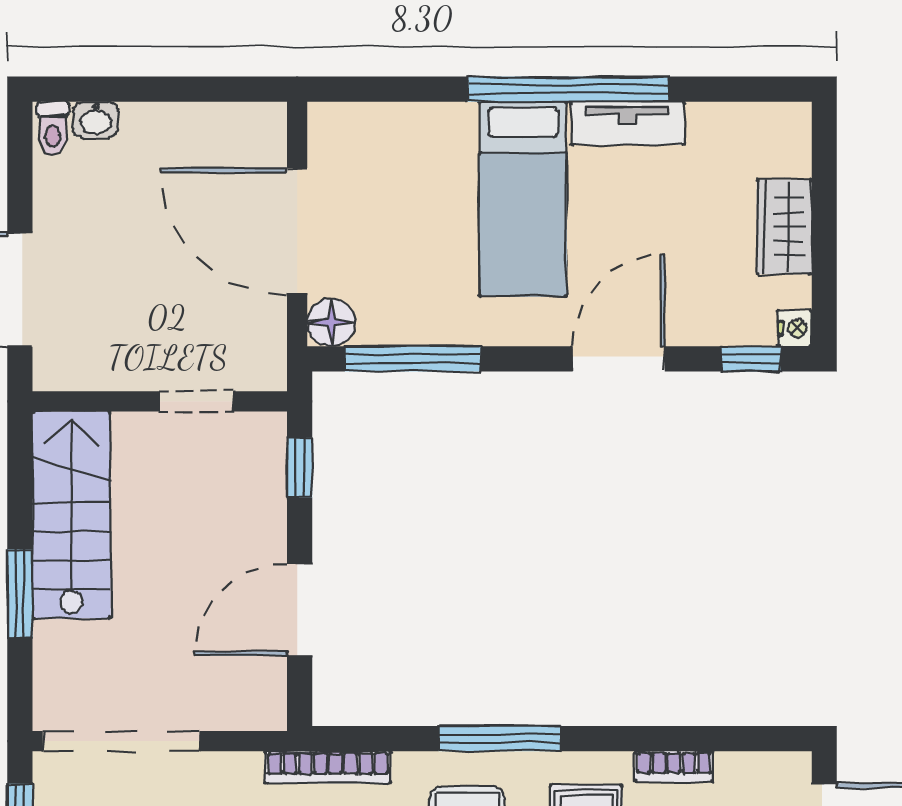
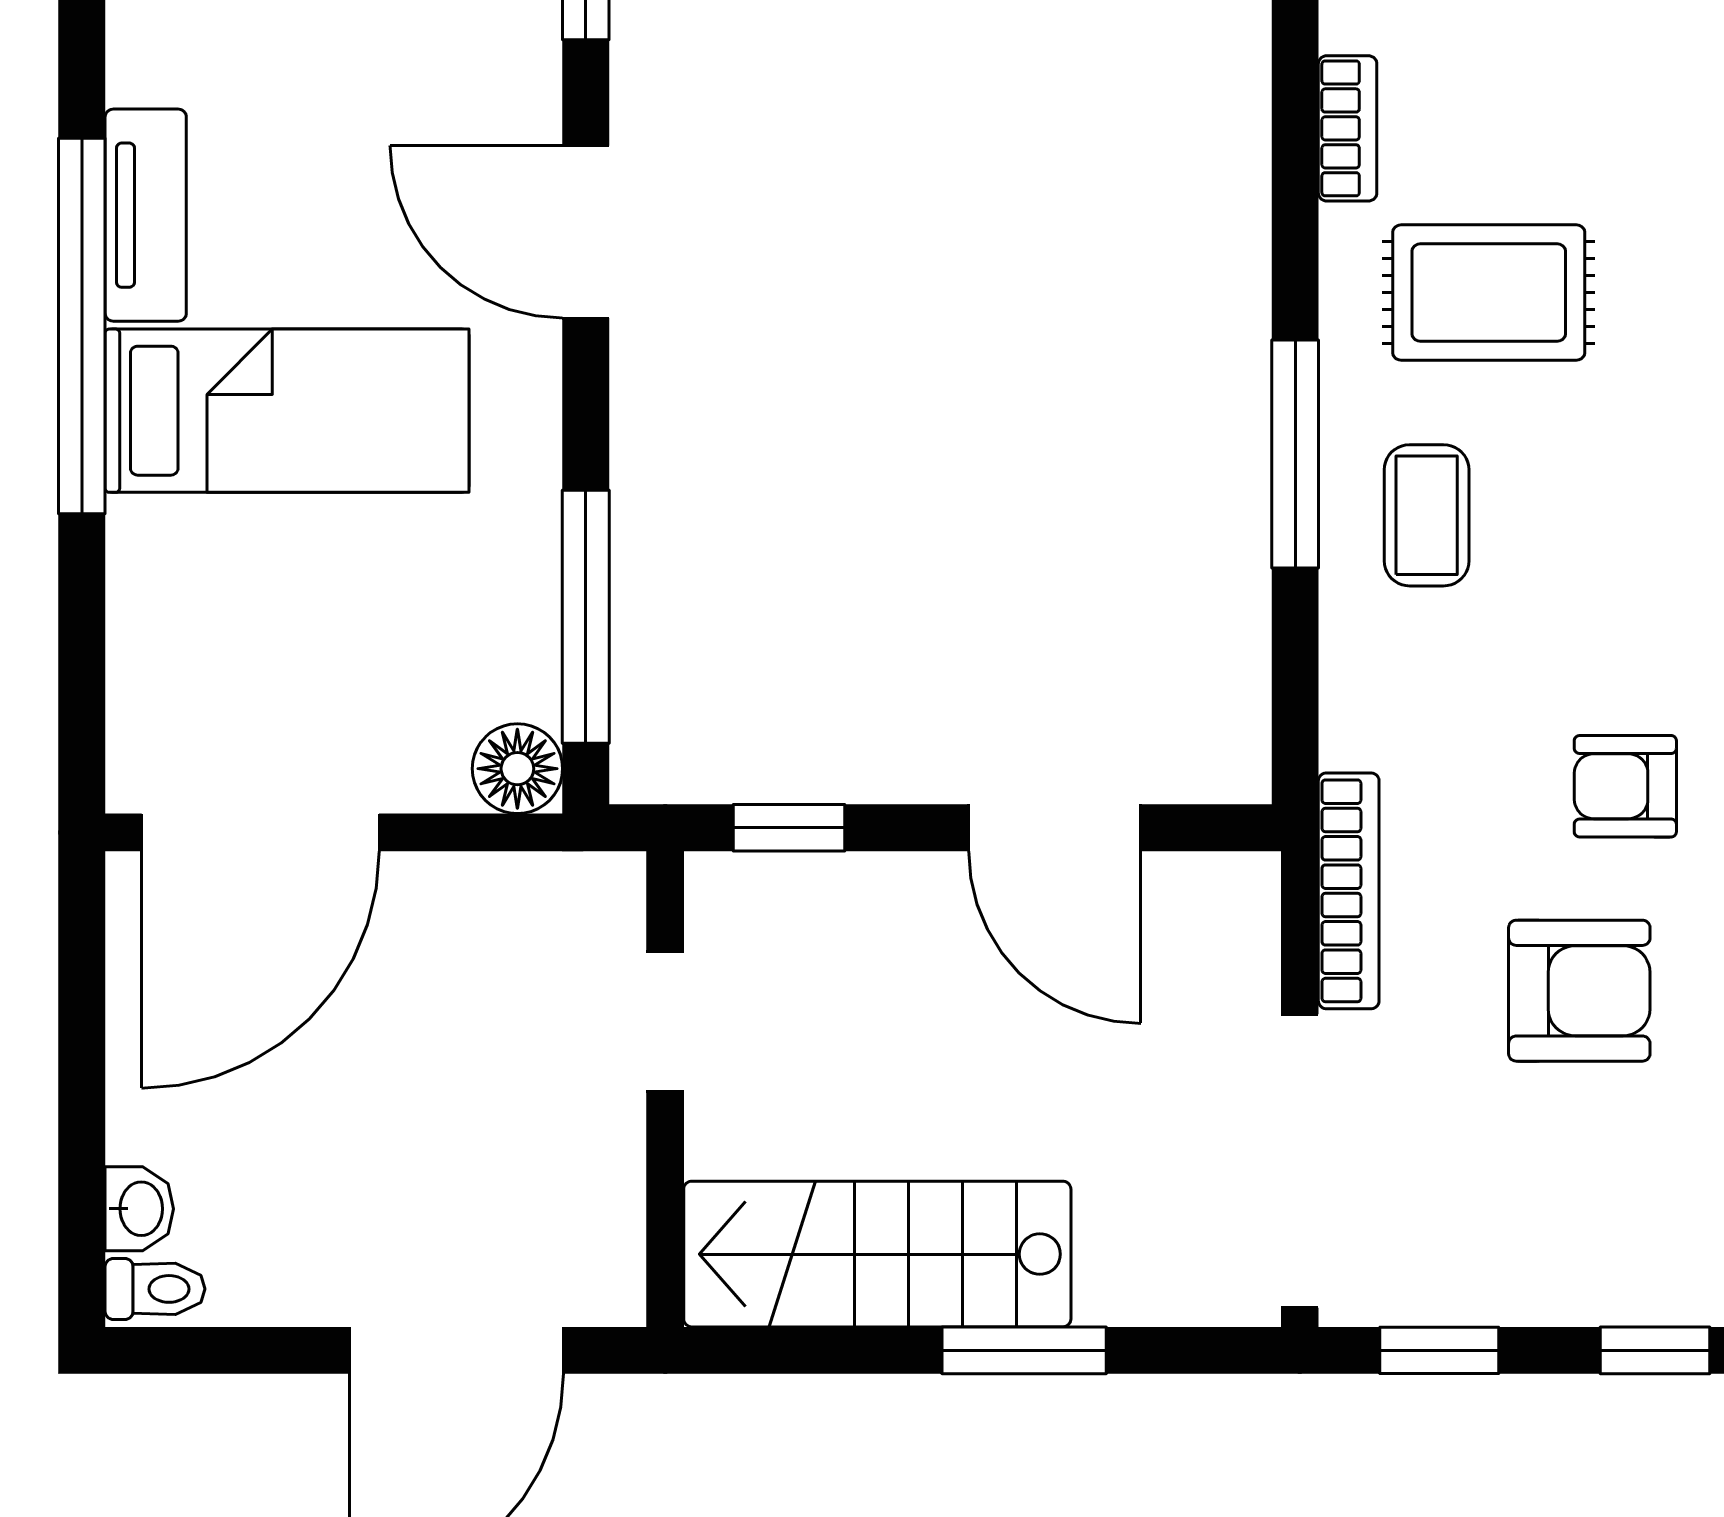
door: (297, 231) -> (260, 832), moved
bookcase: (328, 767) -> (1349, 891), moved

